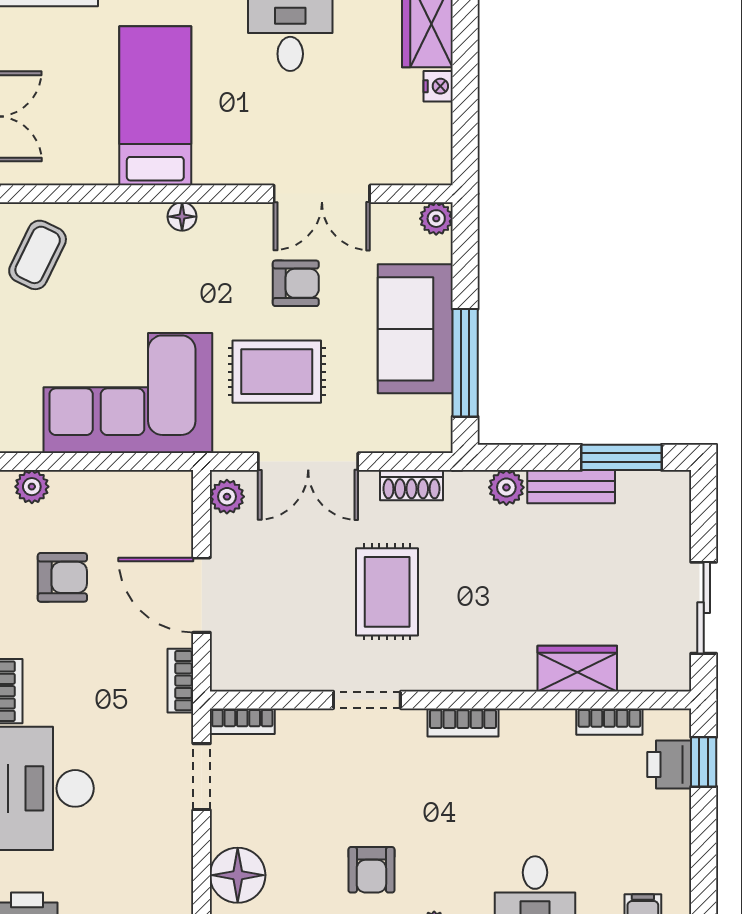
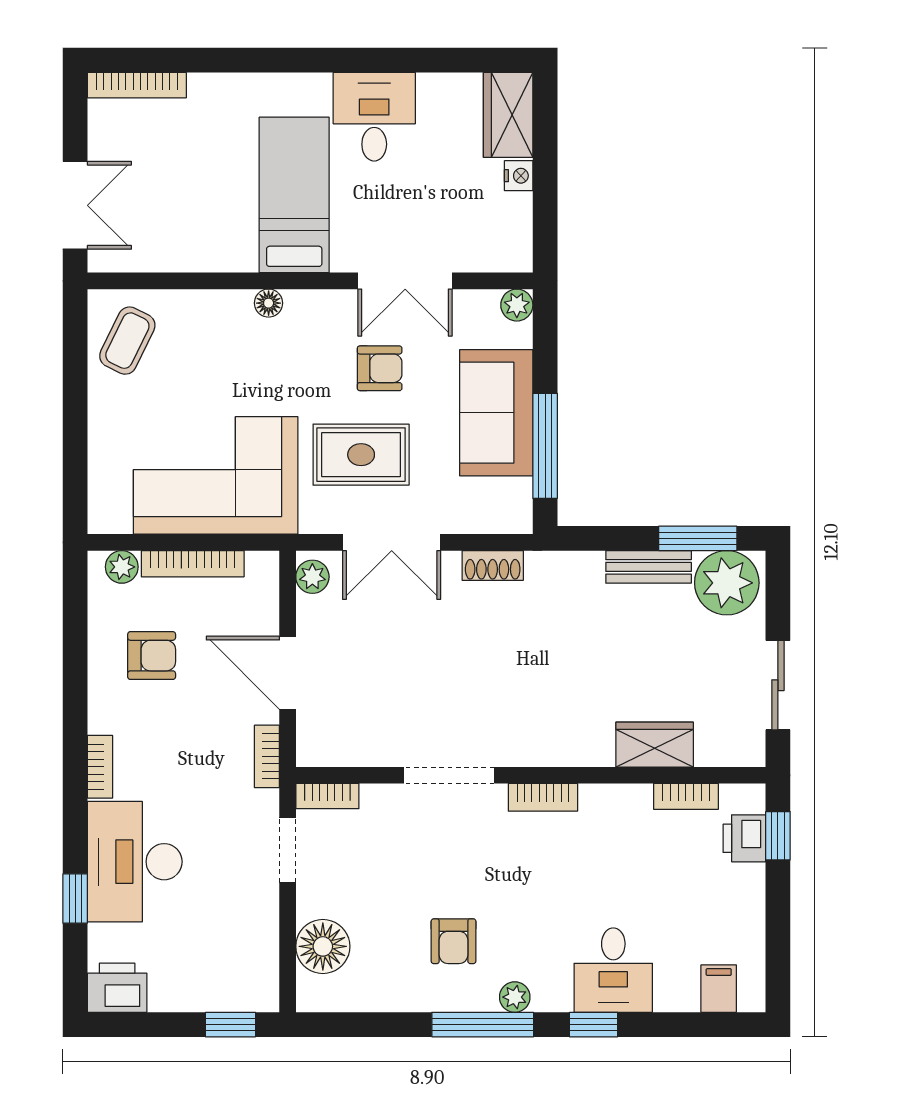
bed: (155, 106) -> (294, 195), moved
bookcase: (104, 483) -> (193, 564), added
plant: (506, 487) -> (727, 583), moved, width x1.88, depth x1.88
rug: (387, 592) -> (469, 670), removed
doorway: (367, 700) -> (449, 775), width x1.38

